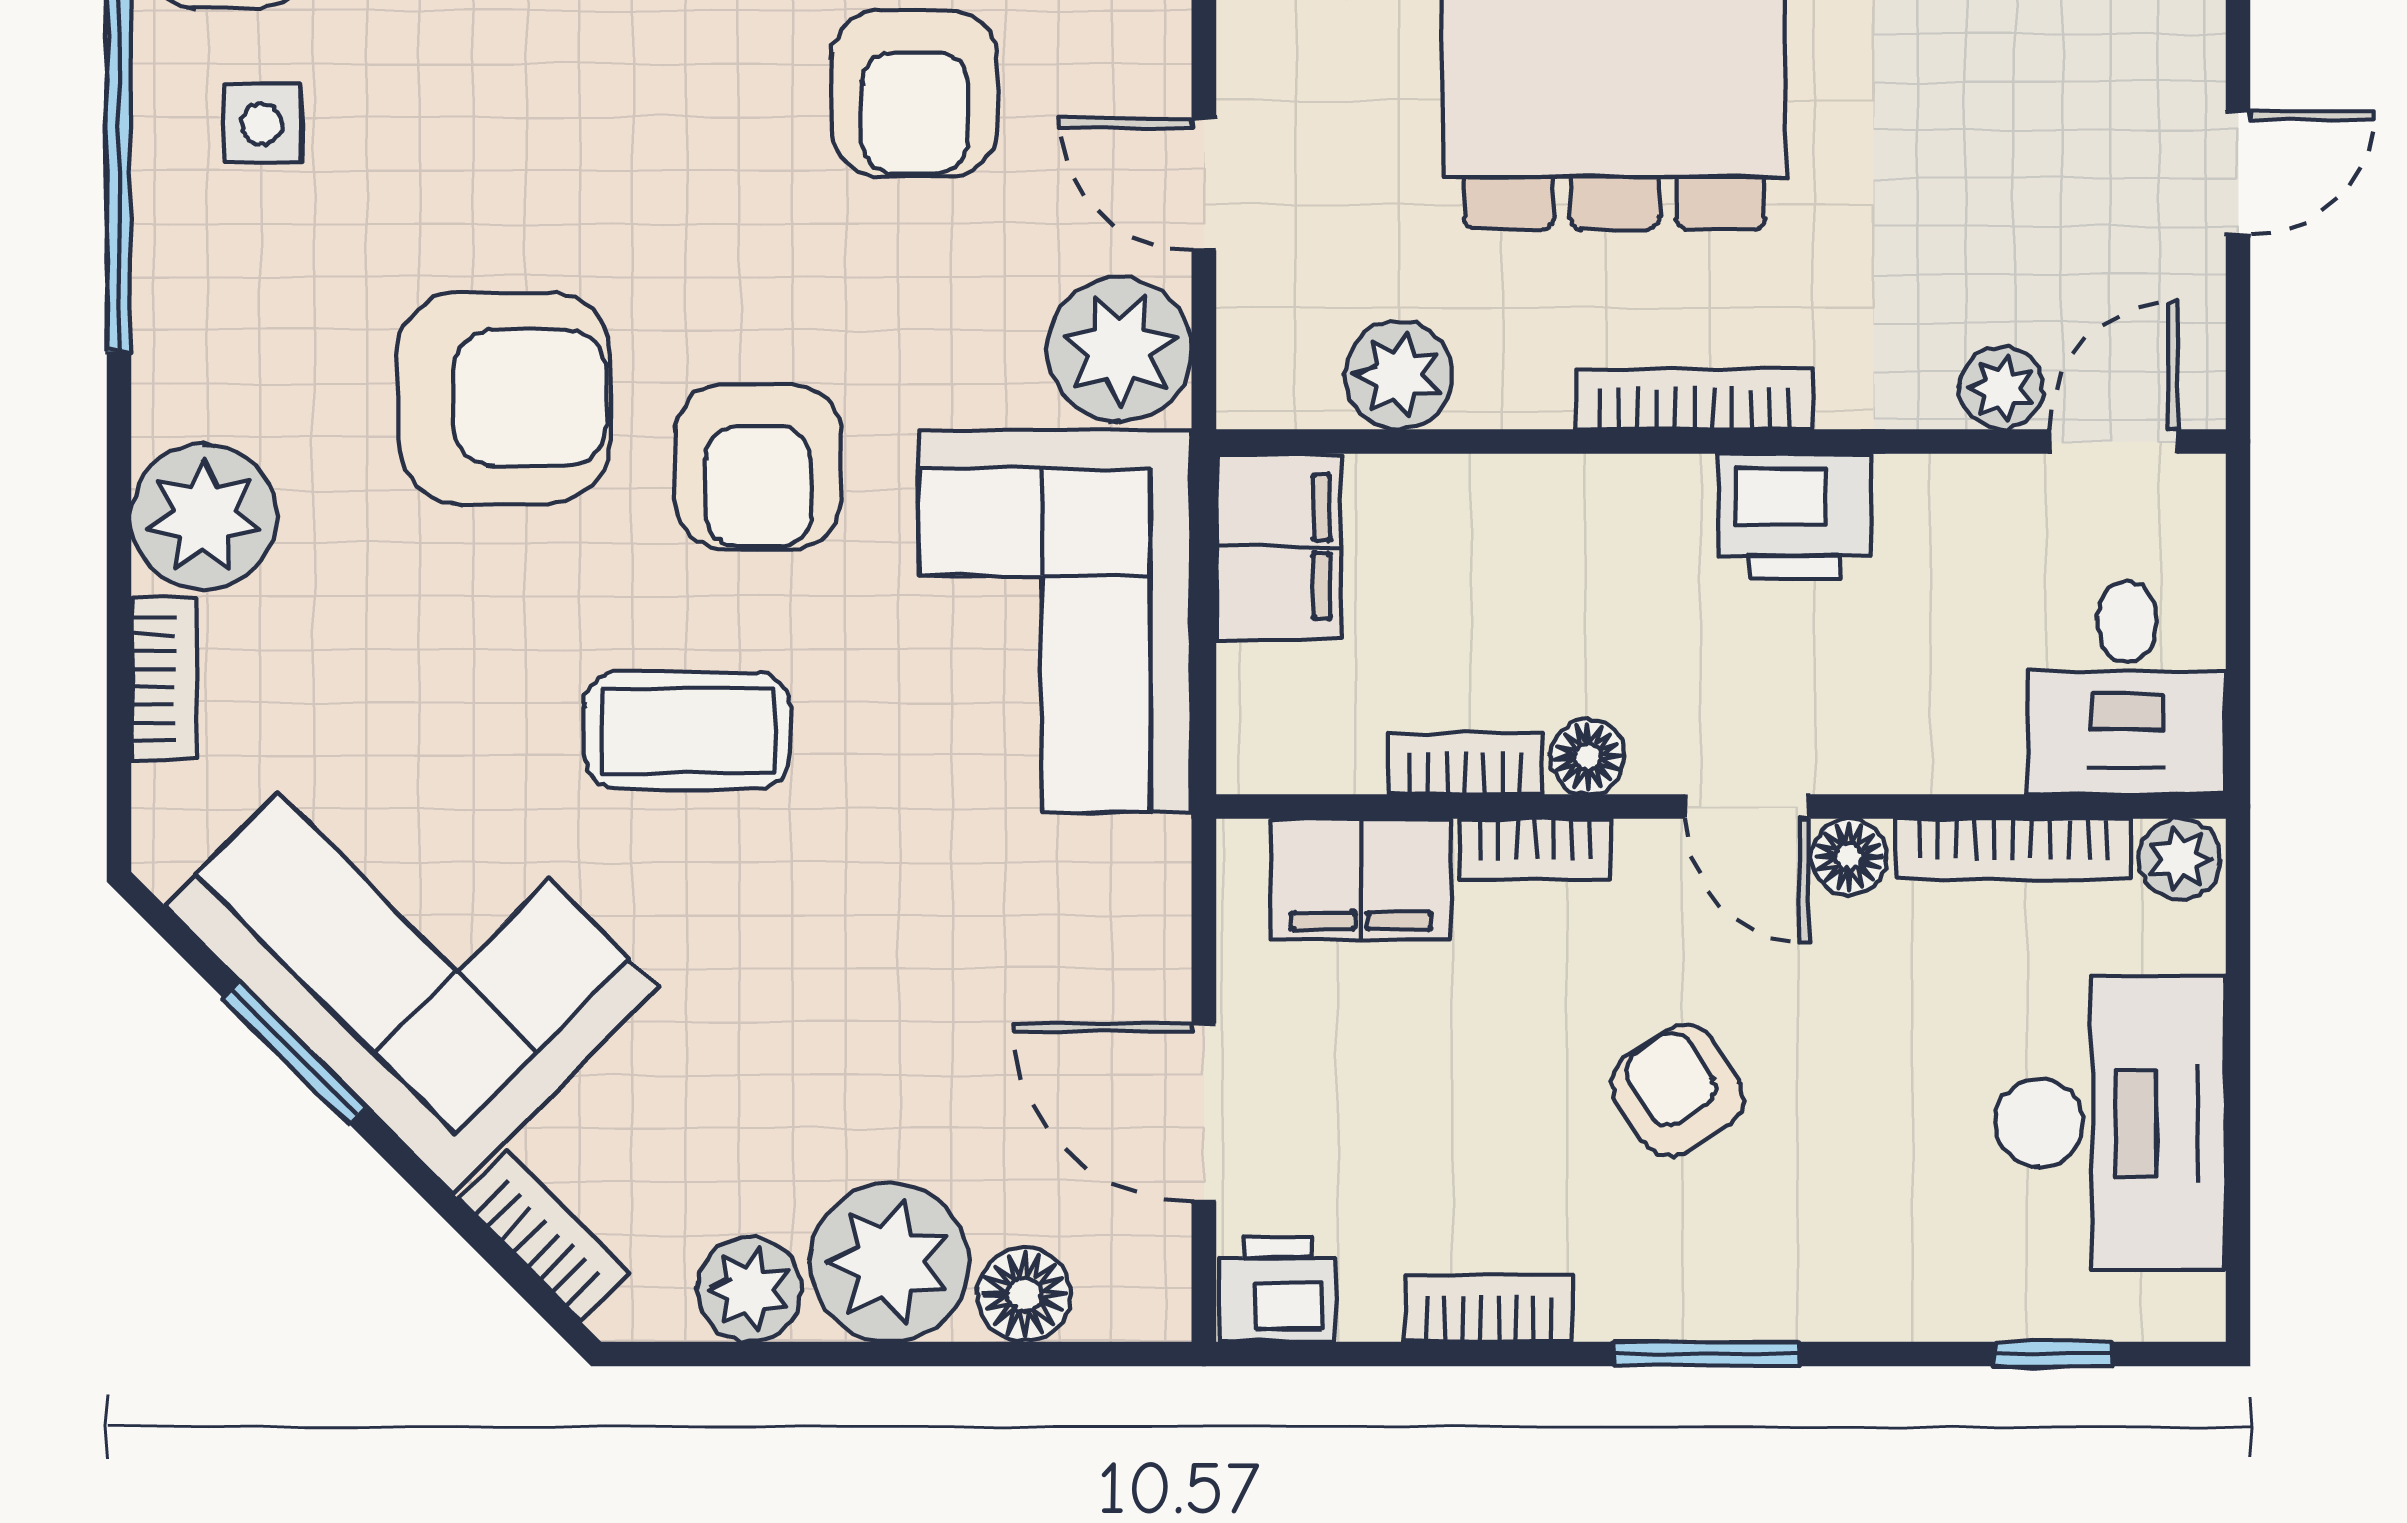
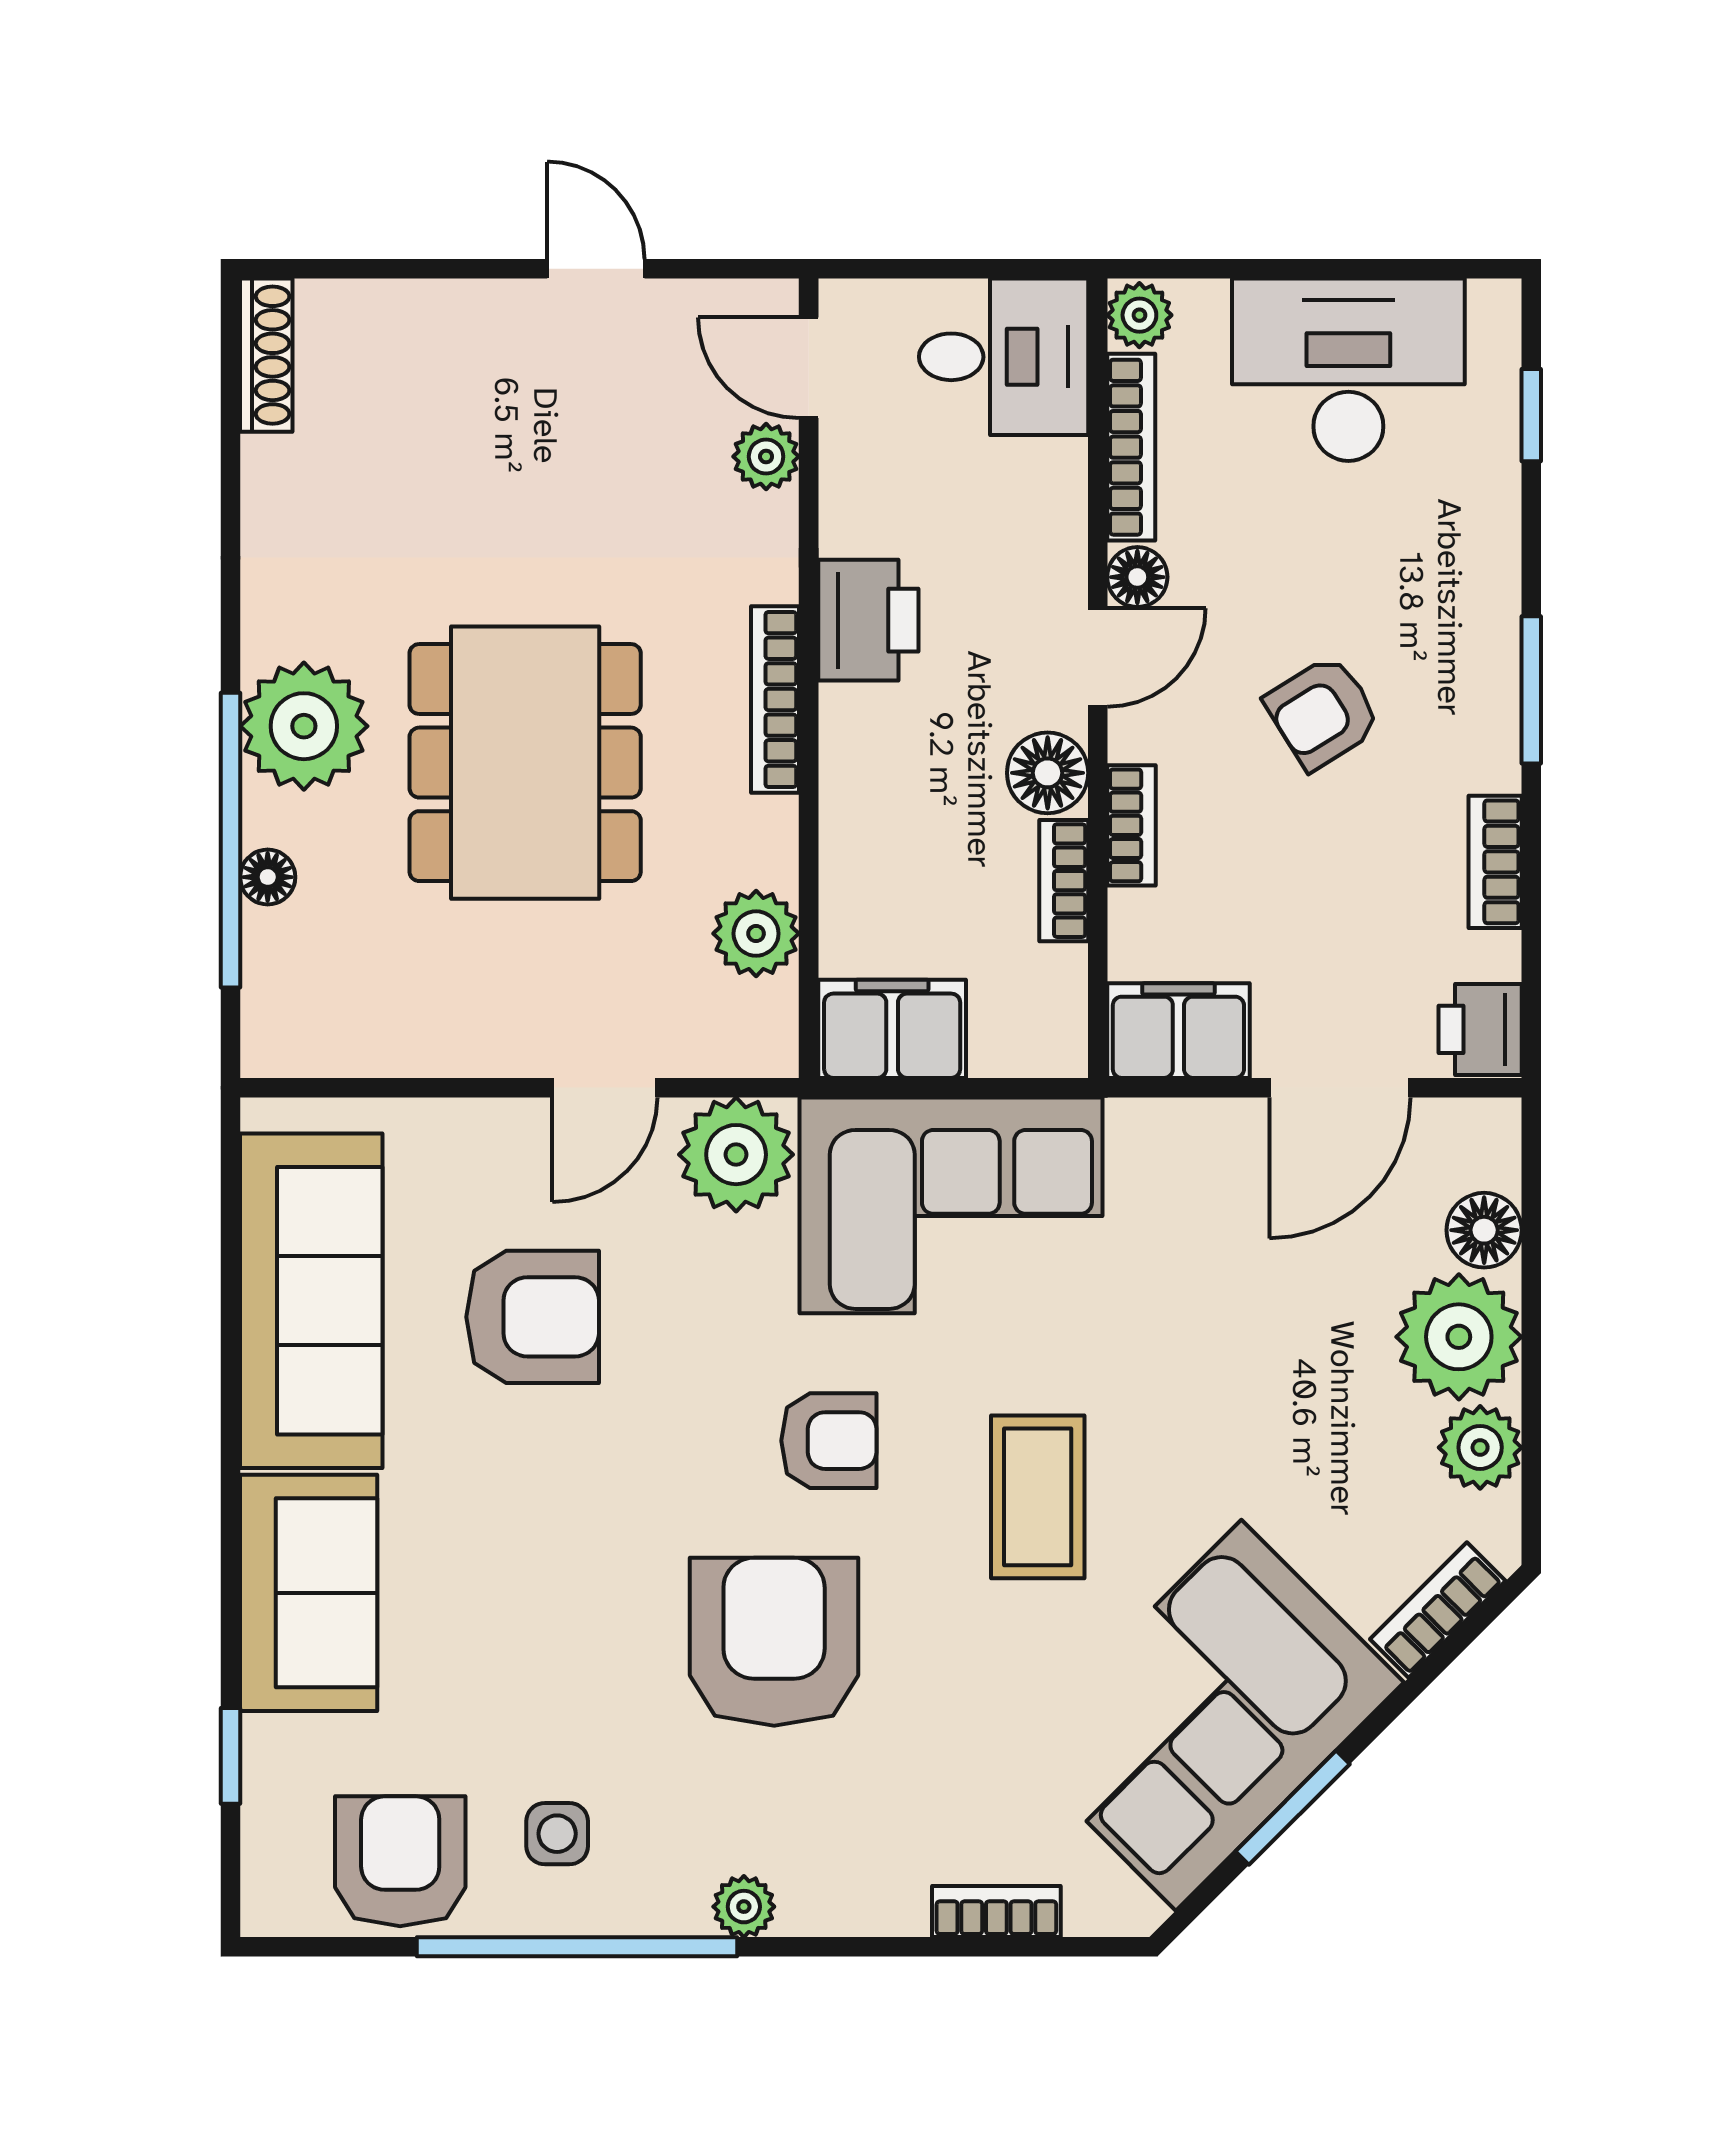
armchair: (758, 467) -> (829, 1441), width x0.72, depth x0.72
plant: (204, 517) -> (744, 1907), moved, width x0.53, depth x0.53
floor lamp: (1588, 757) -> (1048, 773), width x1.37, depth x1.37
filing cabinet: (1361, 879) -> (1178, 1031), moved, turned -90

